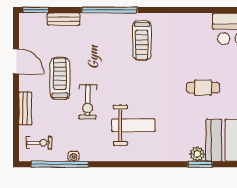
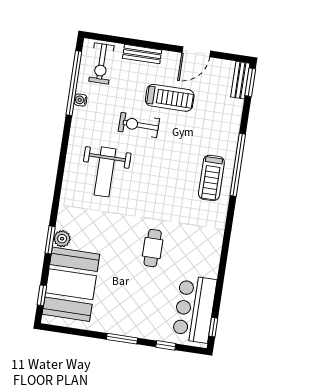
bench: (63, 19) -> (240, 80), moved
treadmill: (142, 40) -> (211, 178), moved, turned -90
cafe table: (203, 88) -> (153, 248), moved
exercise bike: (39, 143) -> (101, 64), width x1.38, depth x1.39

